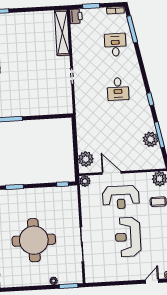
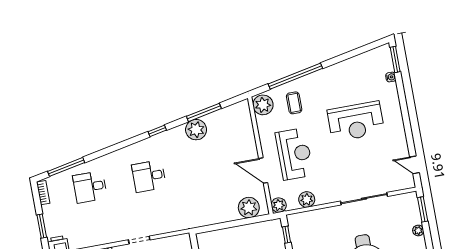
desk: (118, 89) -> (149, 176), turned 180
plant: (151, 139) -> (196, 130), moved
door: (112, 173) -> (263, 171), hinge flipped
plant: (86, 202) -> (307, 199), added
reception desk: (128, 237) -> (356, 121), moved
door: (152, 281) -> (415, 165), moved

